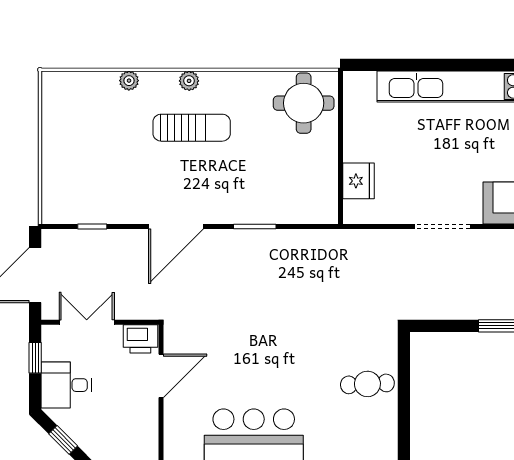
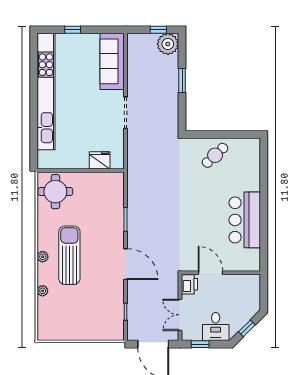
sun lounger: (192, 128) -> (69, 255), width x1.36, depth x1.34
cafe table: (367, 384) -> (215, 155), turned 50

